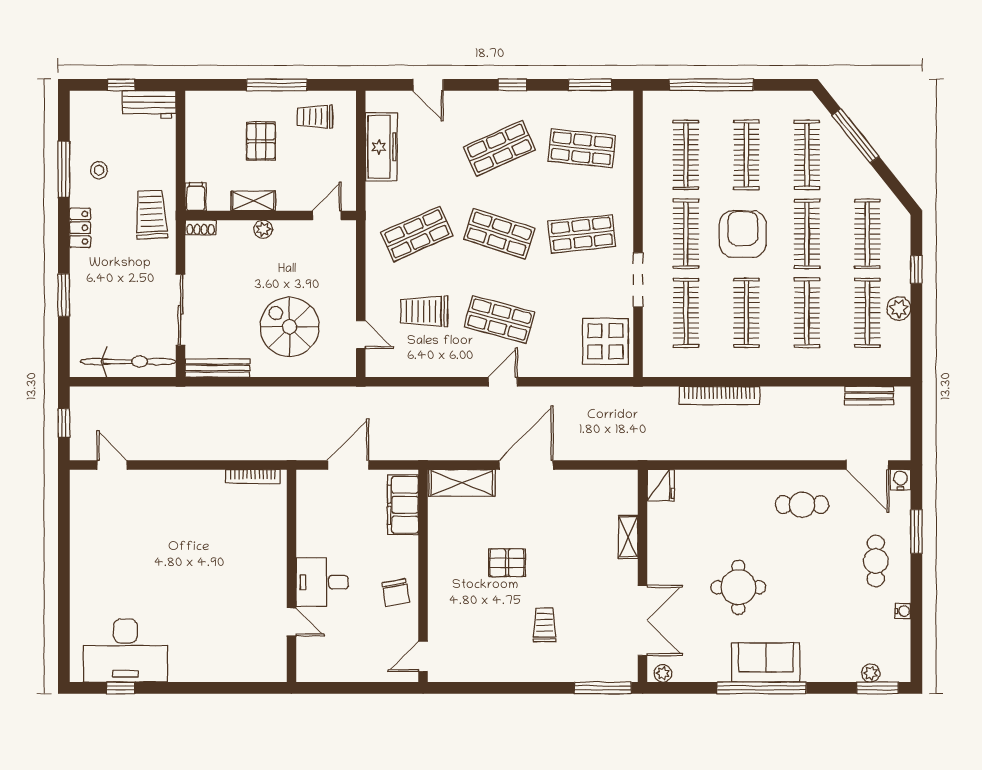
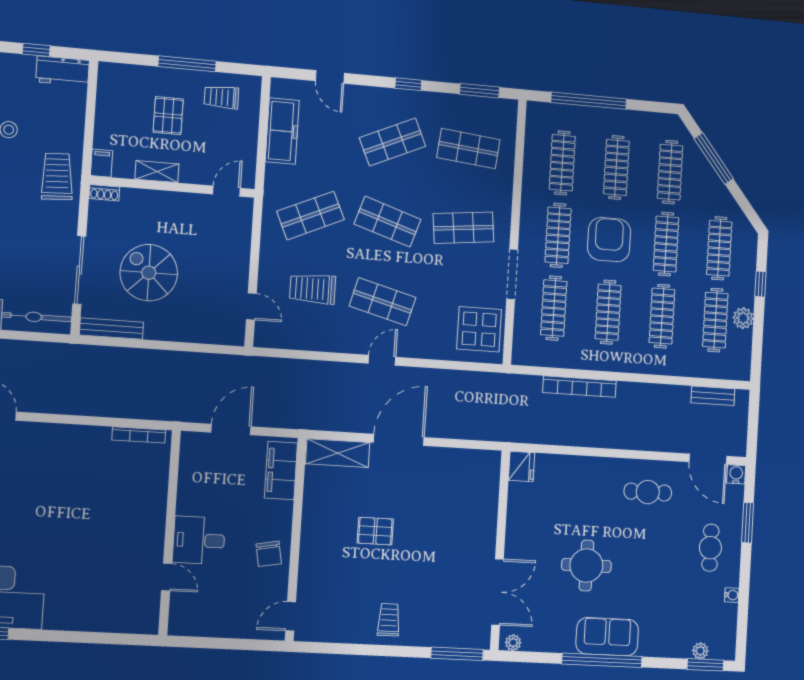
plant: (263, 229) -> (165, 199), removed
spiral stairs: (290, 327) -> (149, 273), moved
shelving: (628, 537) -> (489, 513), removed
trolley: (544, 625) -> (389, 620), moved

